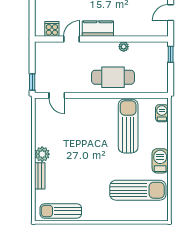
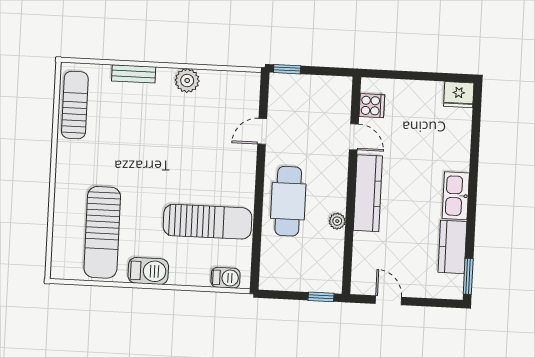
kitchen counter: (98, 29) -> (368, 193), width x1.50
door: (57, 95) -> (262, 131), moved
plant: (42, 154) -> (187, 81), moved

